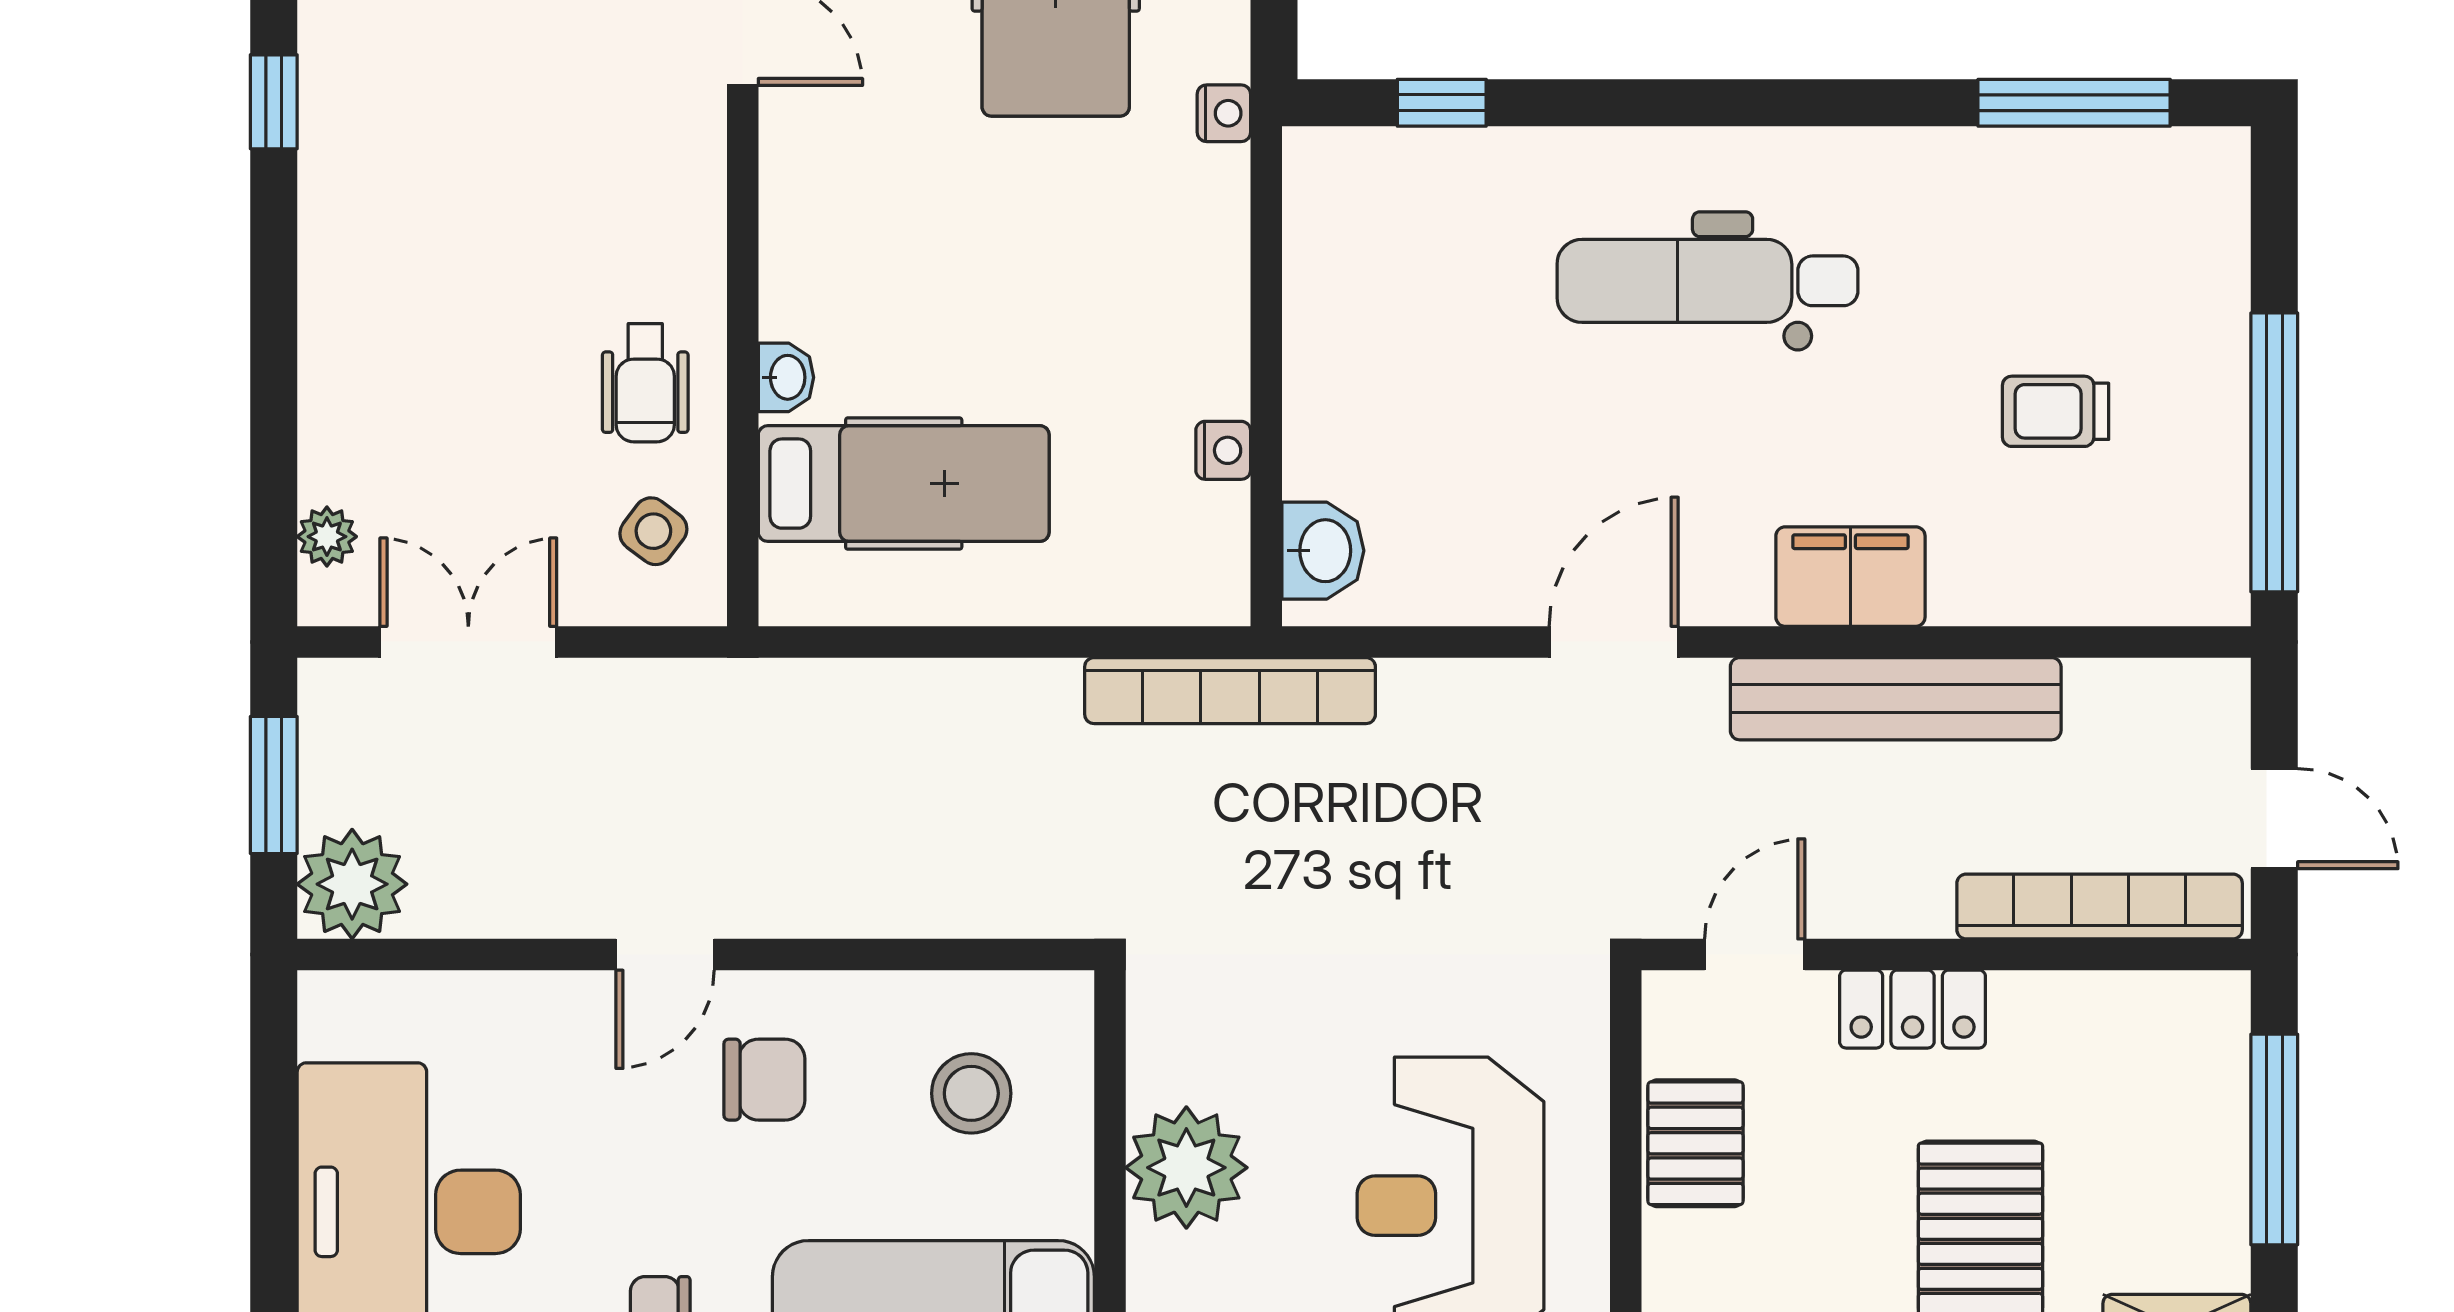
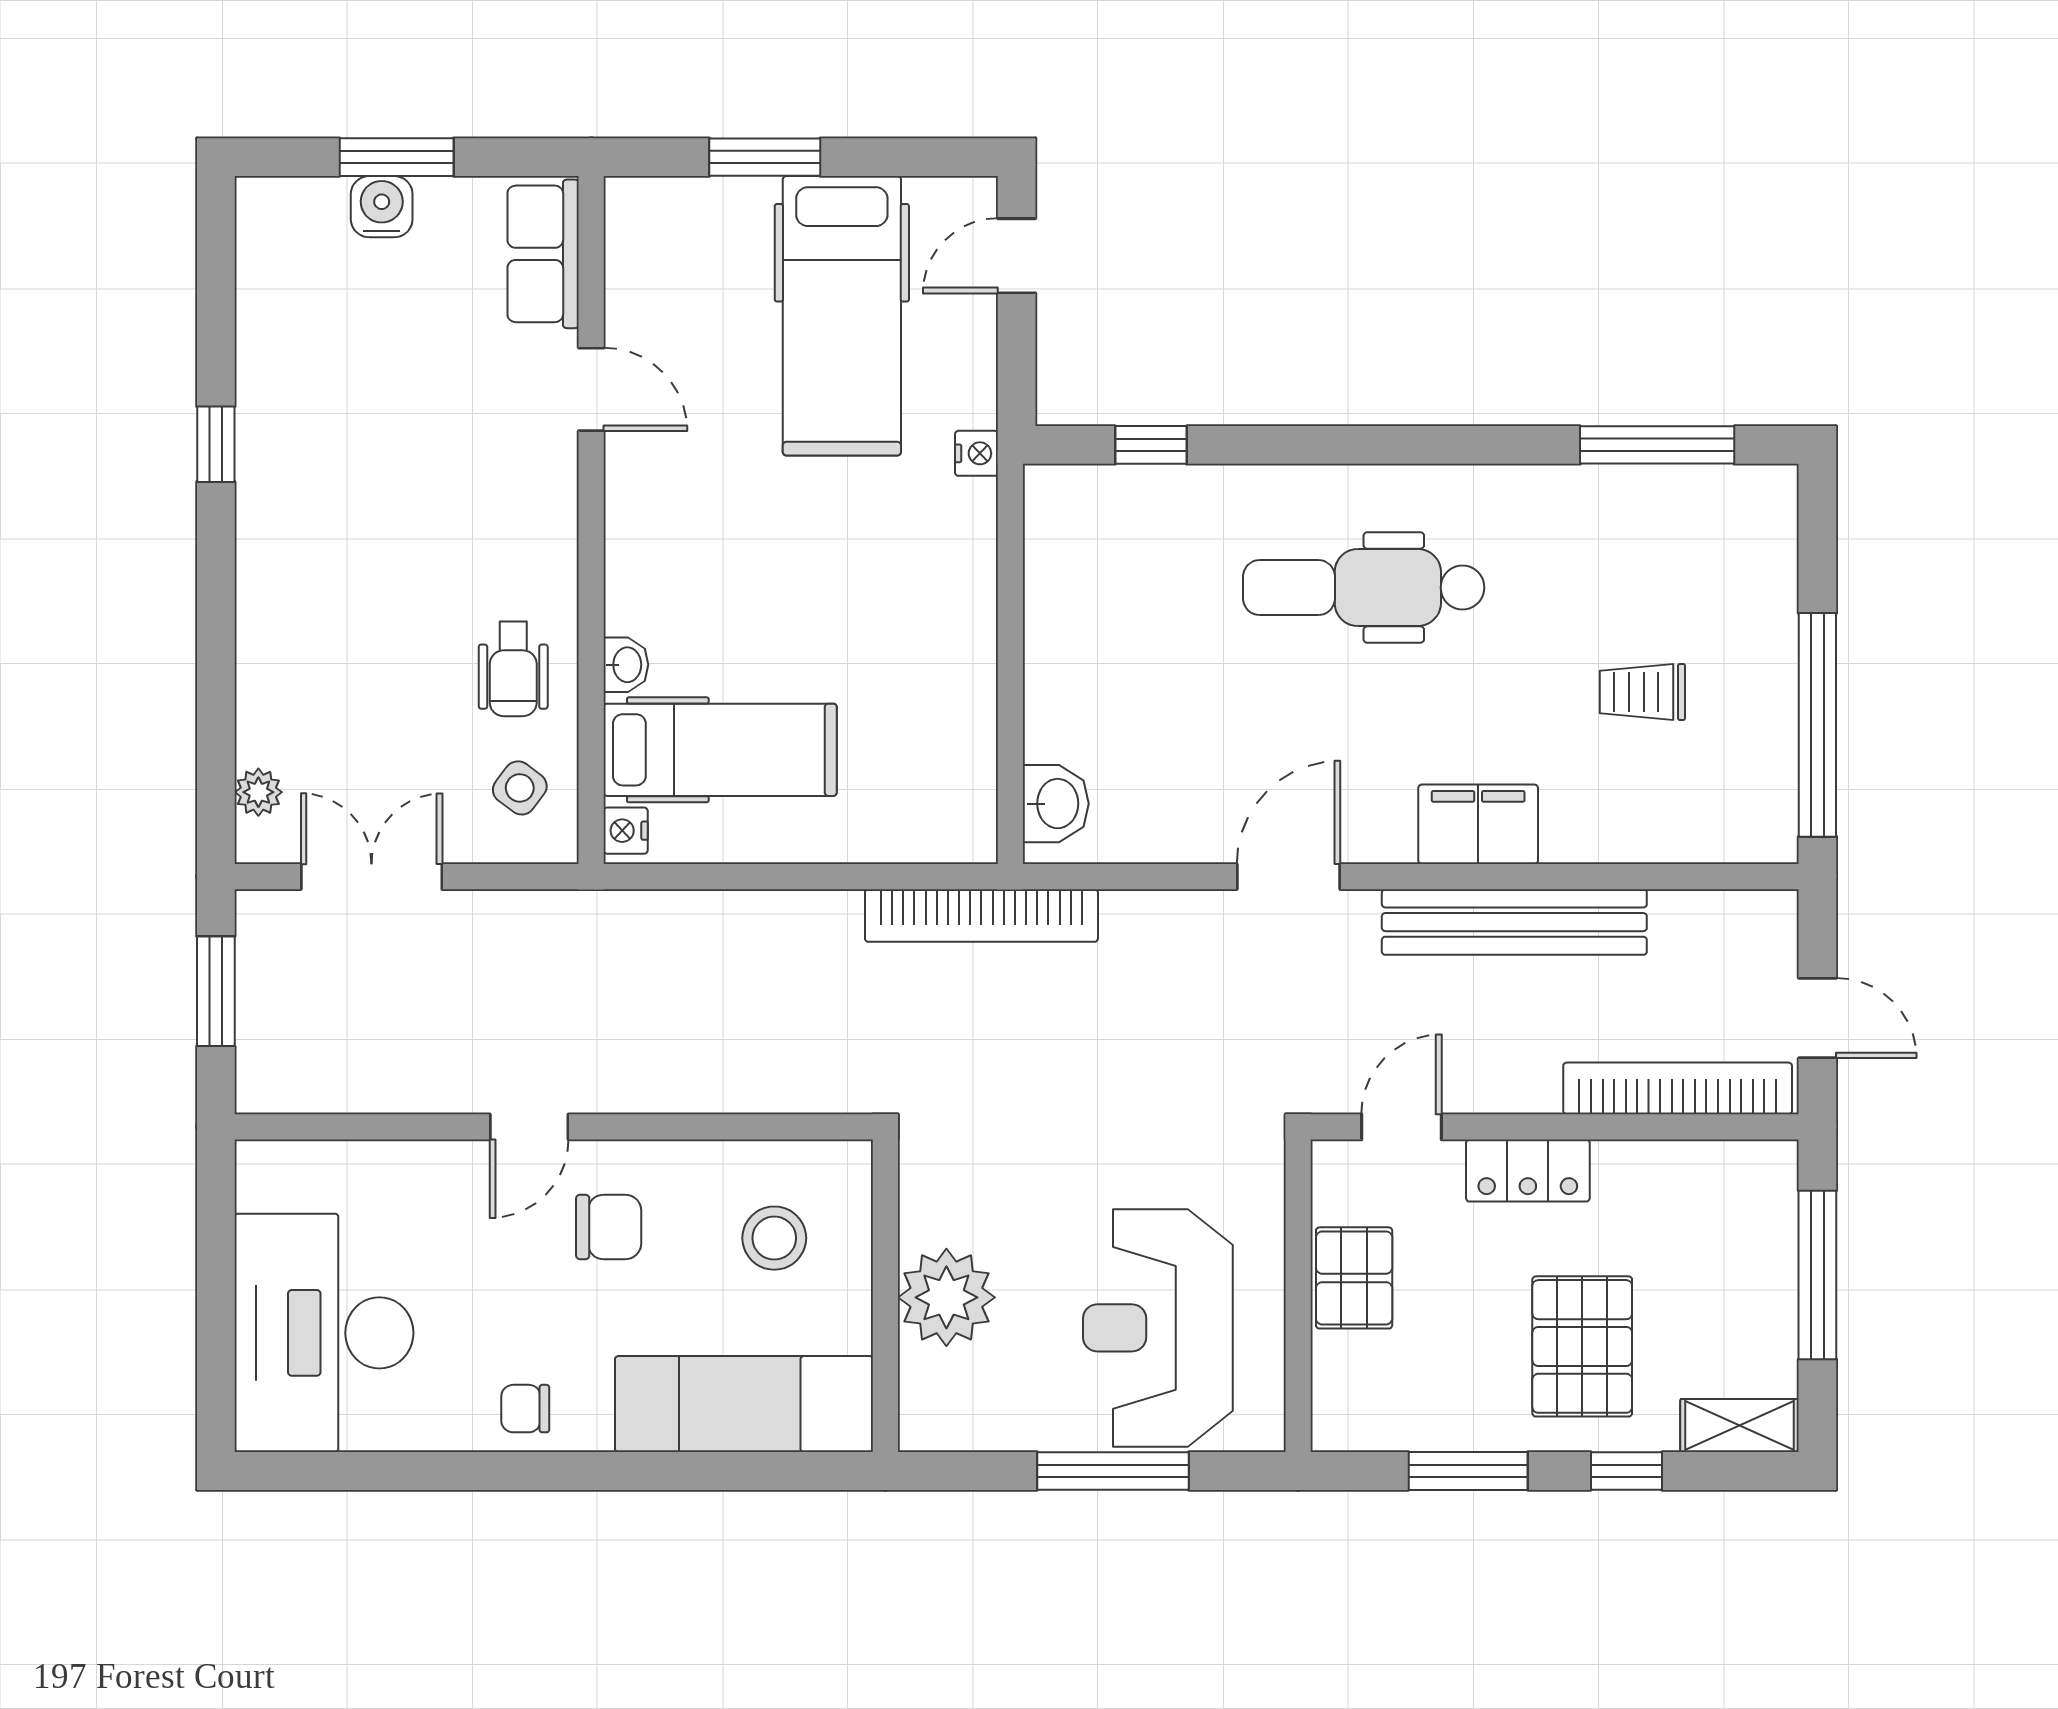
nightstand: (1223, 450) -> (626, 831), moved, turned 180
plant: (352, 884) -> (279, 1070), removed

